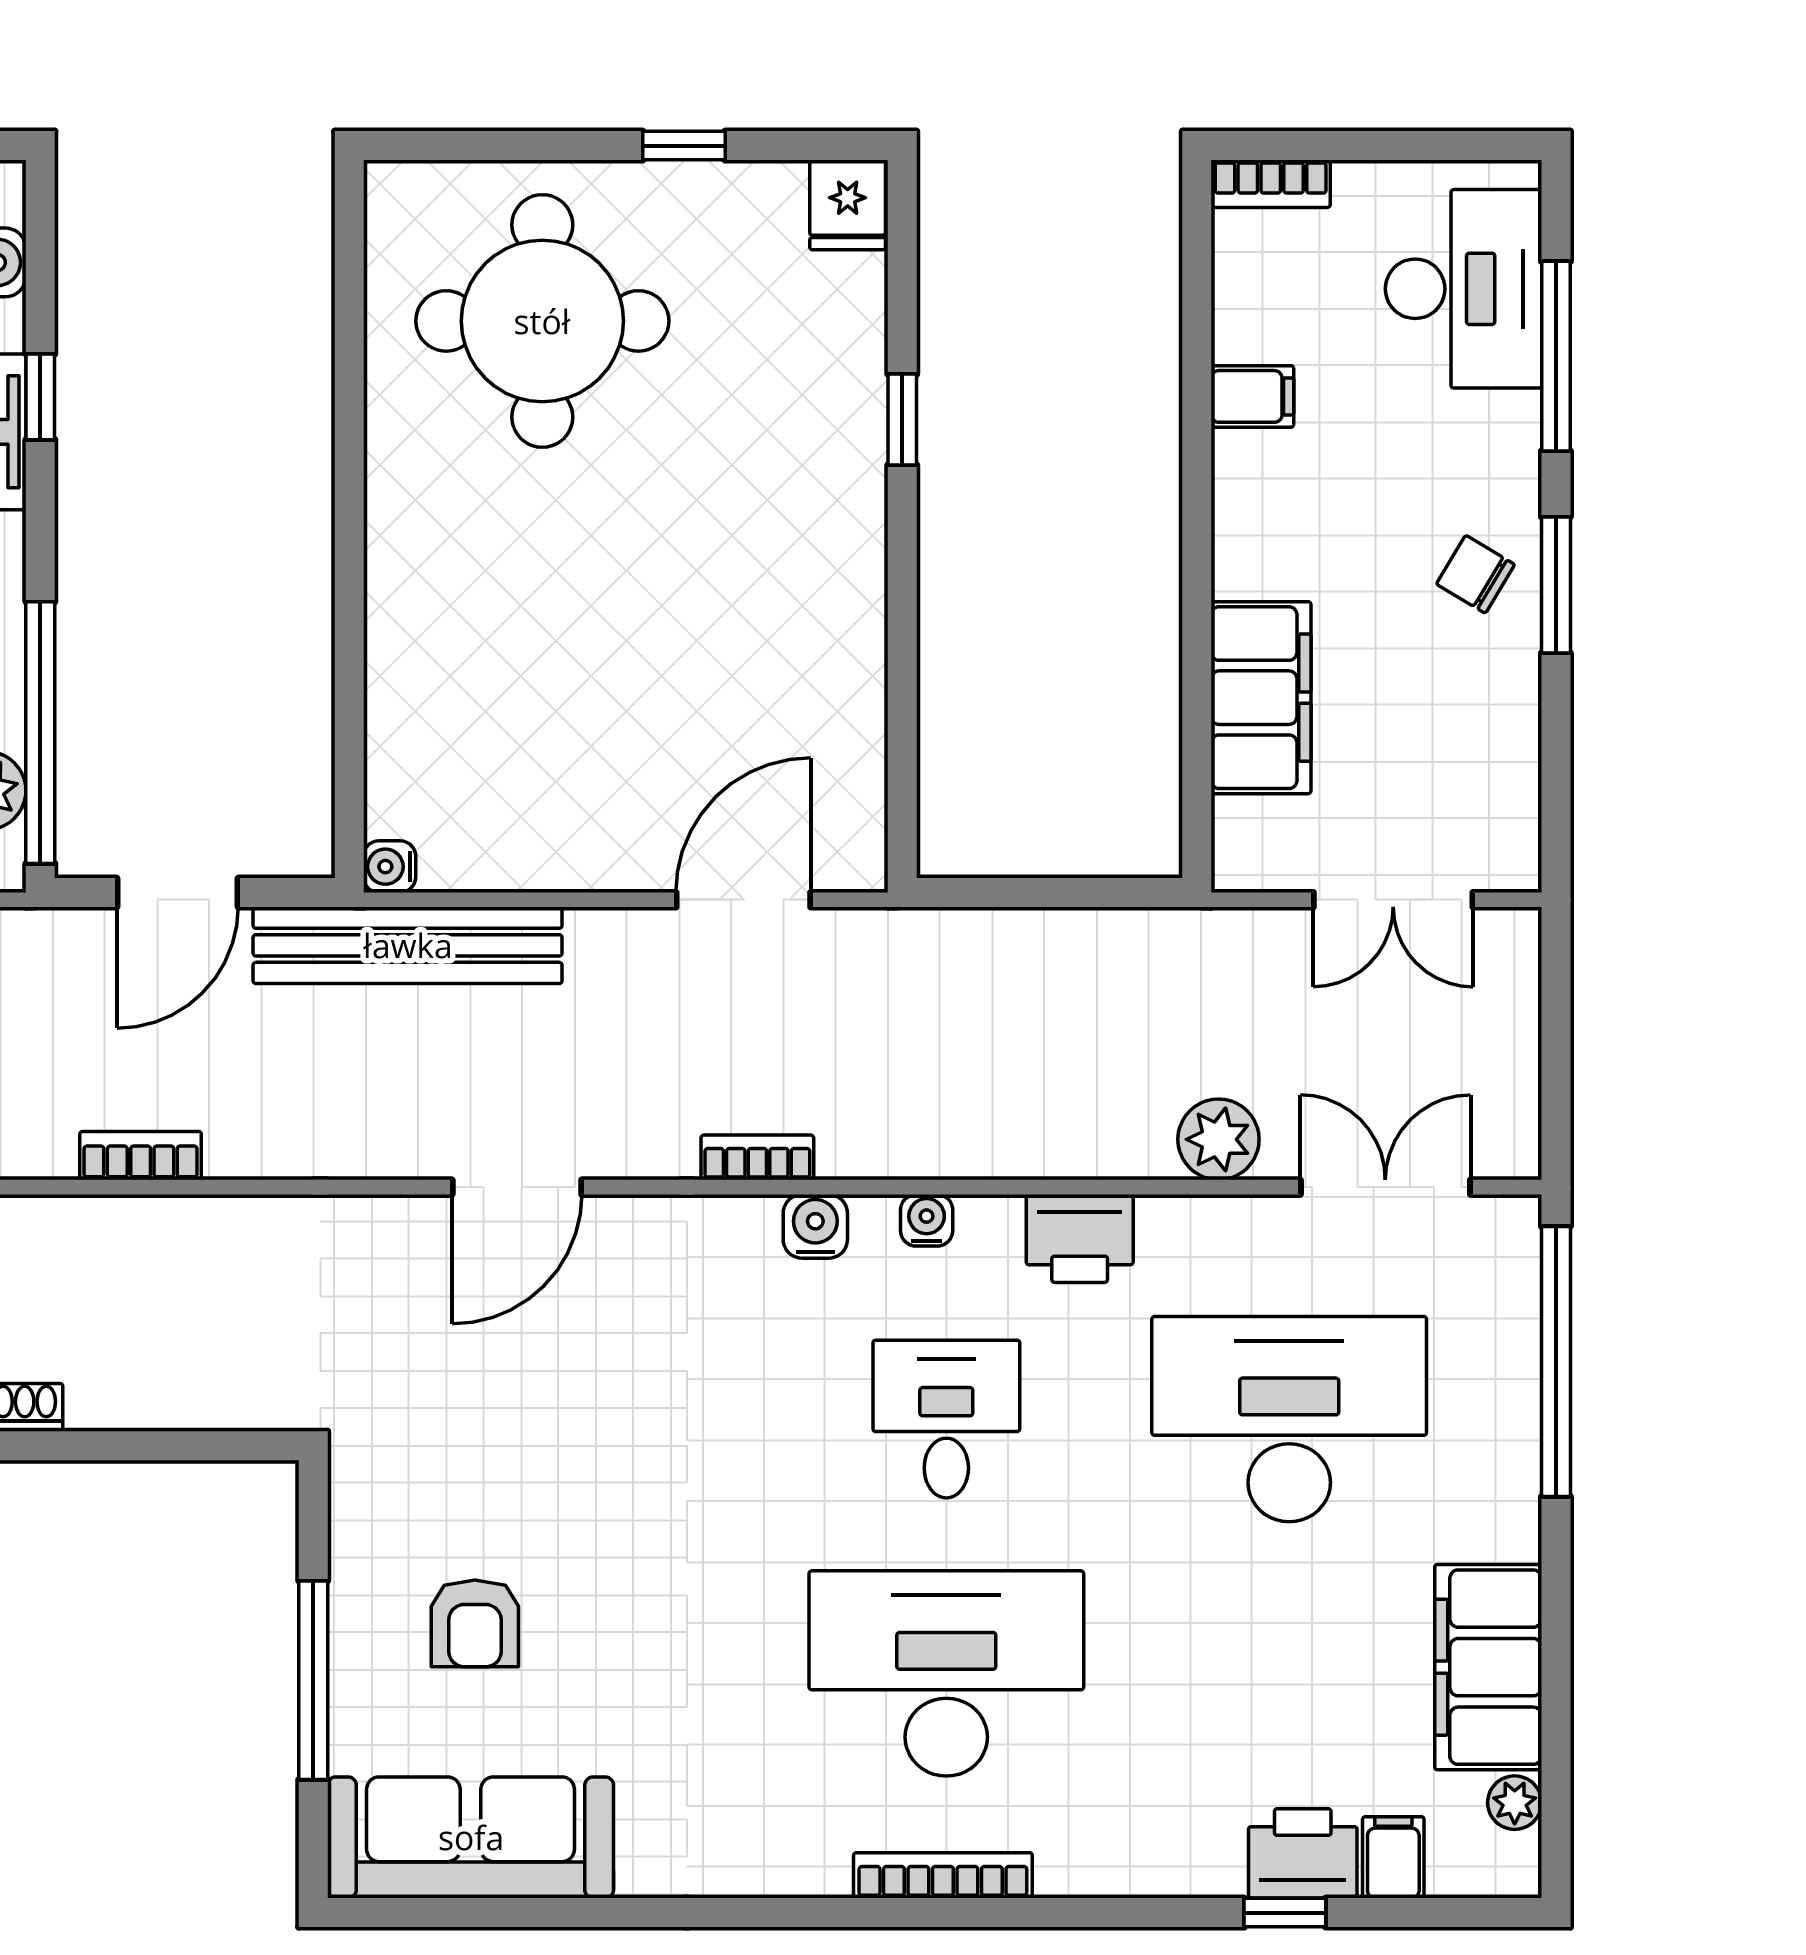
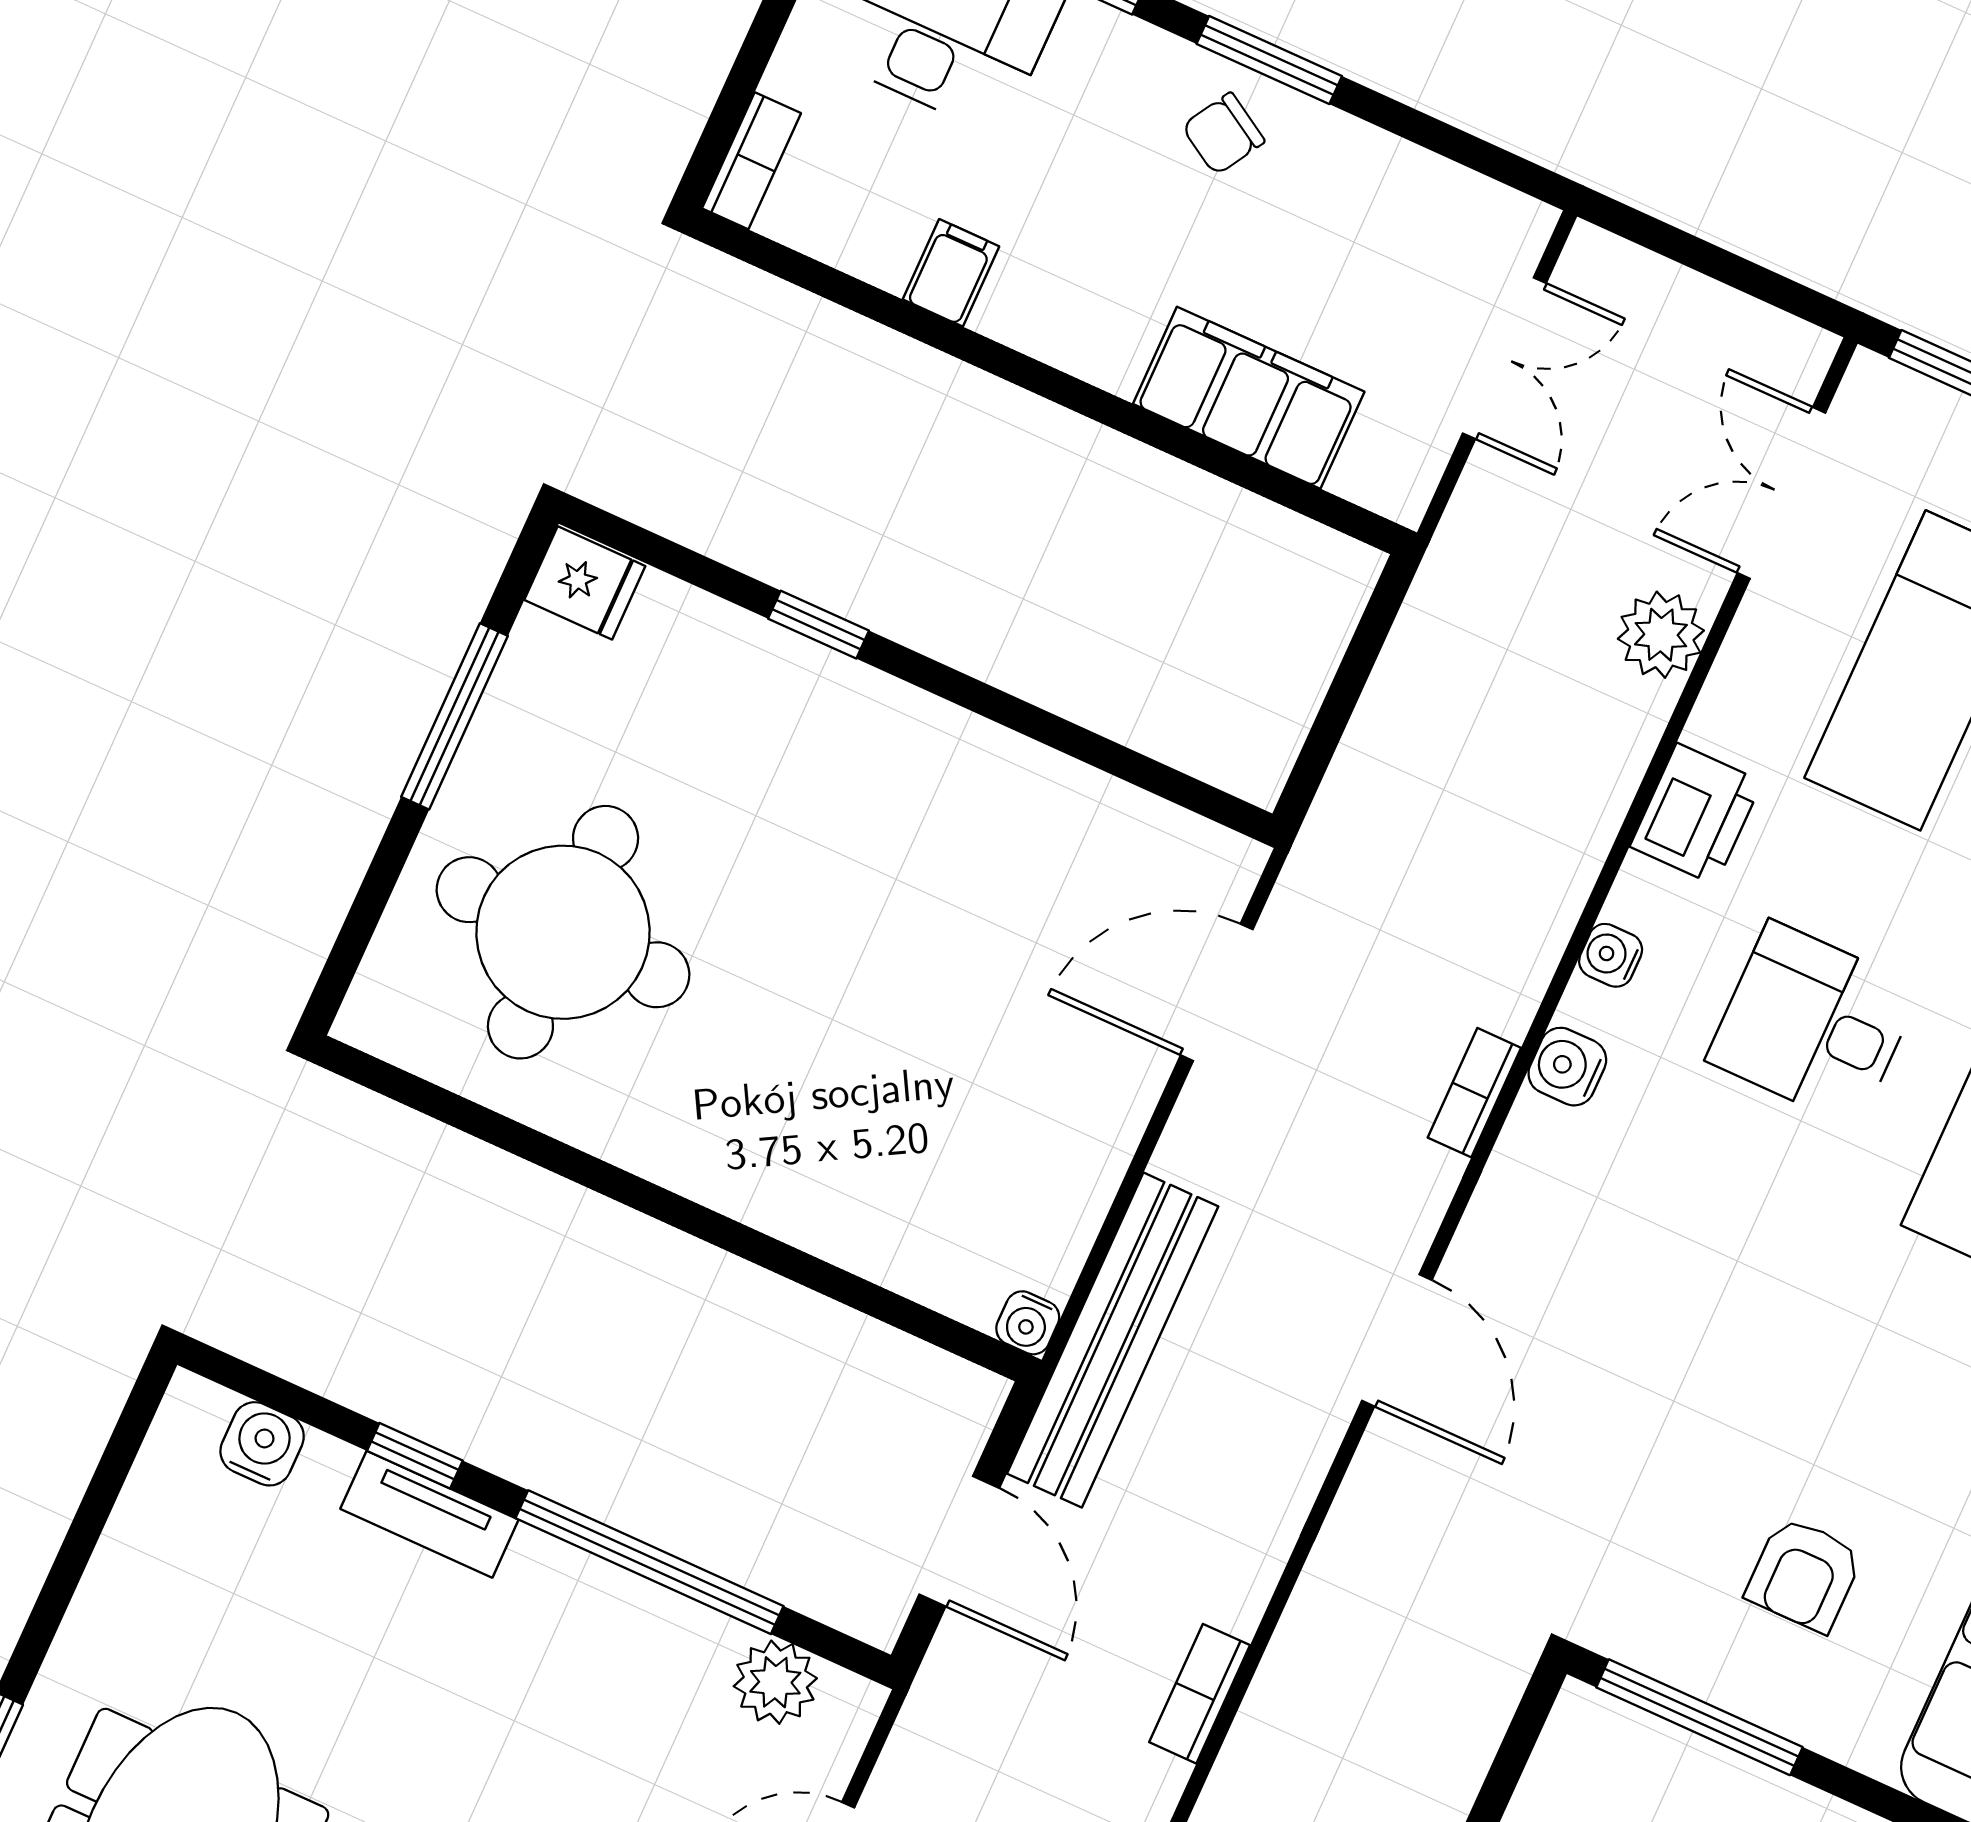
window: (684, 146) -> (455, 716), width x2.17
window: (40, 733) -> (650, 1562), moved
door: (743, 900) -> (1217, 992), hinge flipped
armchair: (475, 1623) -> (1804, 1575), turned 90
window: (313, 1680) -> (1699, 1717), moved

